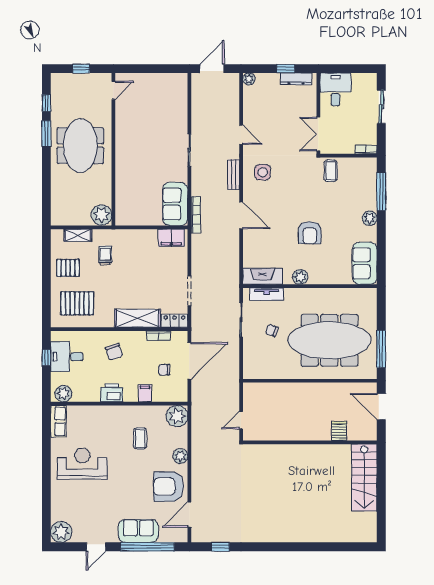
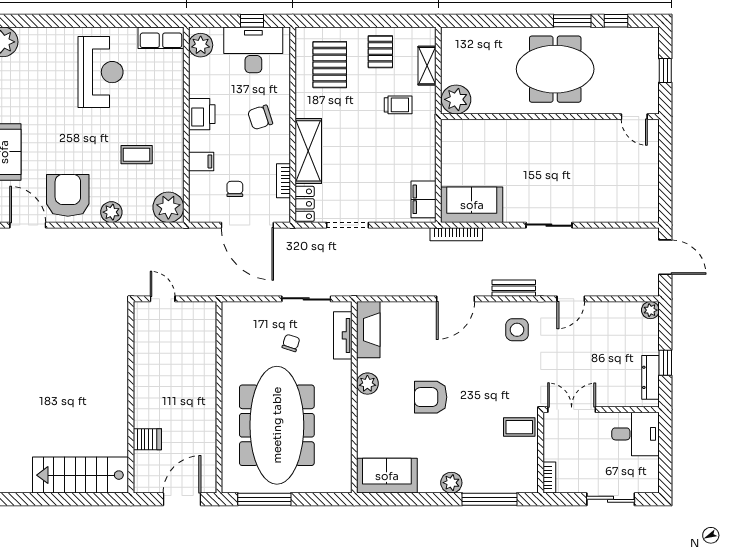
desk: (67, 357) -> (253, 50), width x1.37

